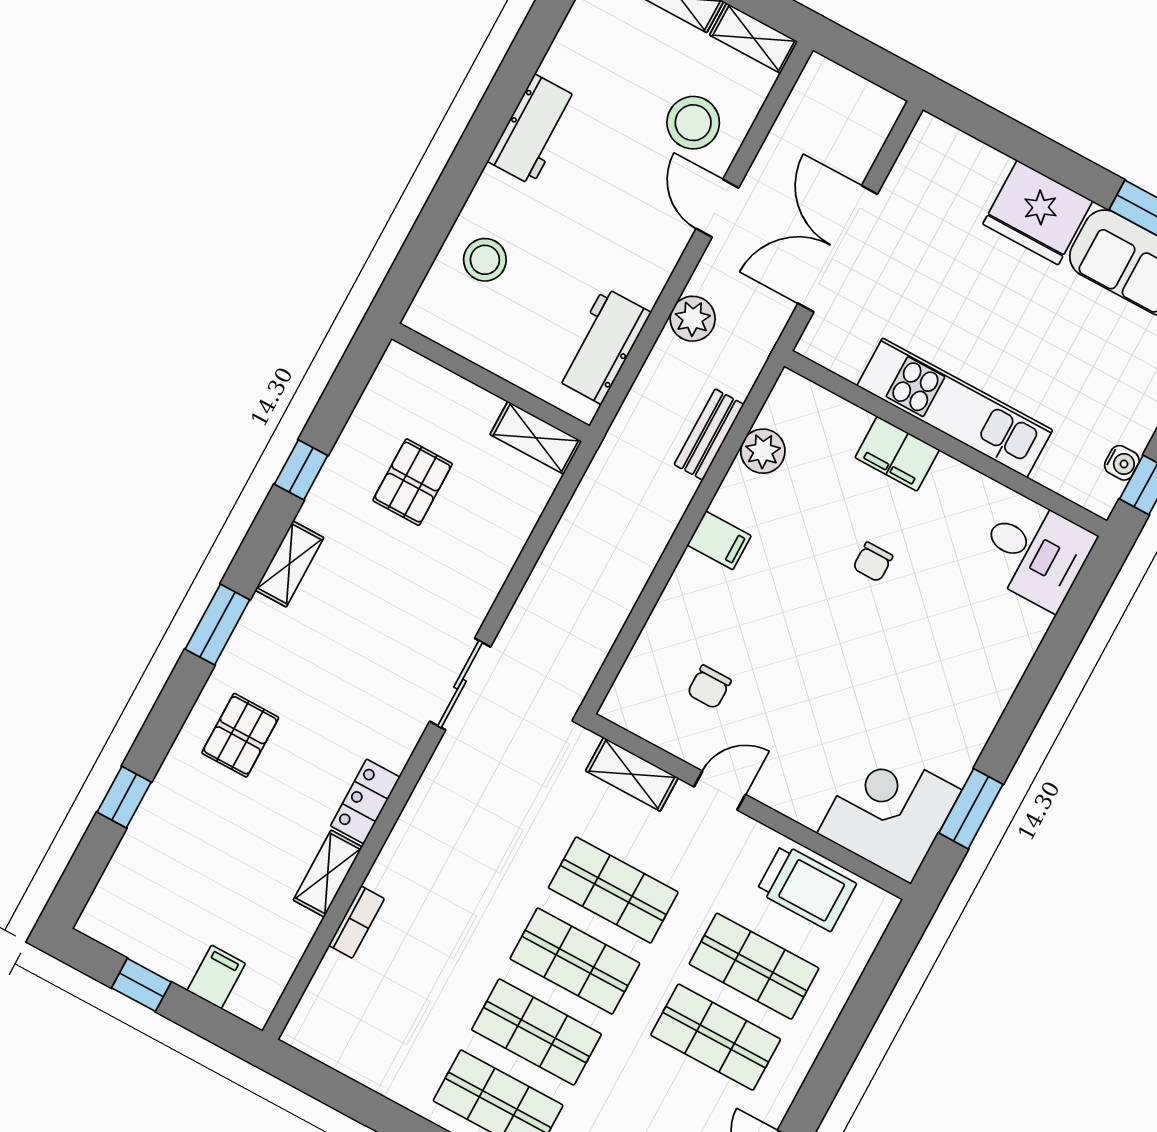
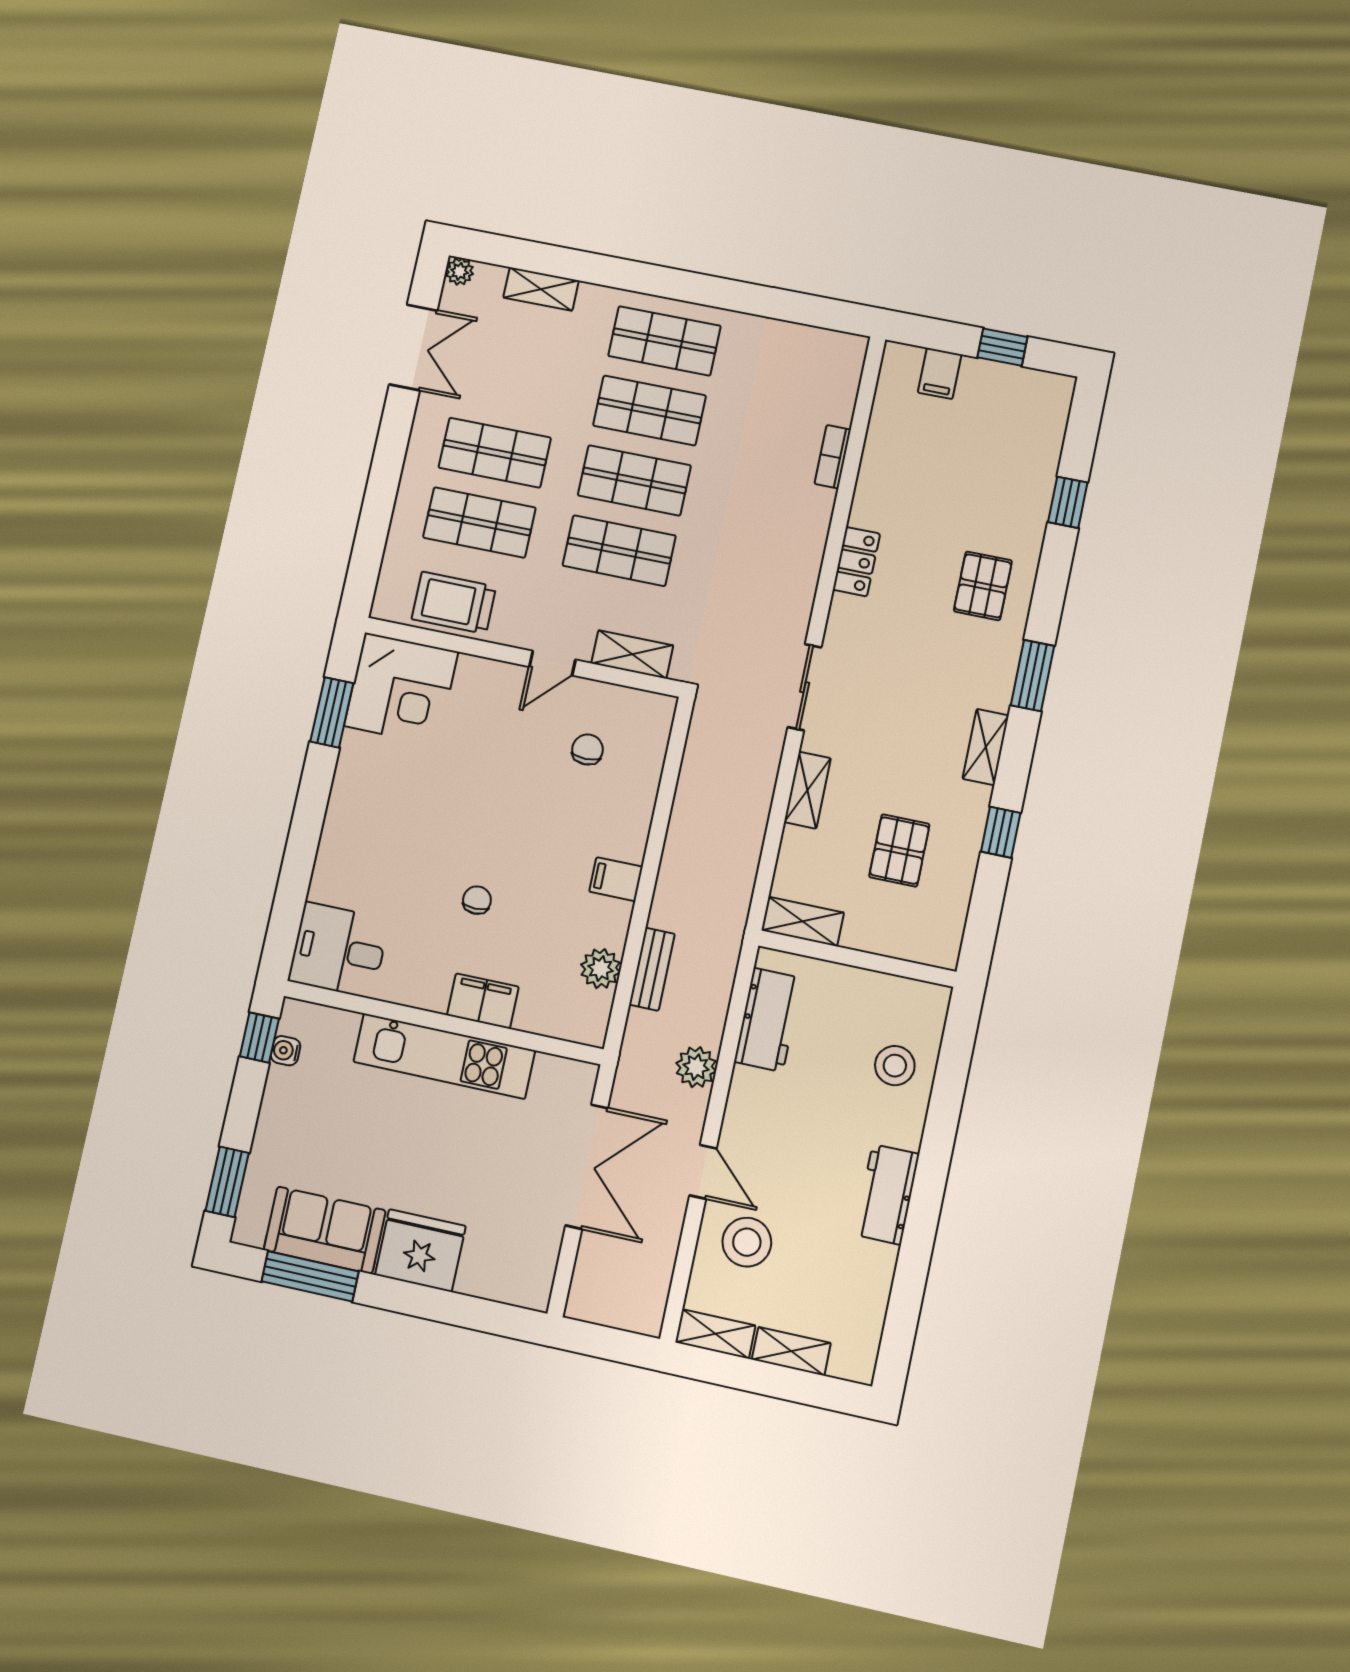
shelving: (328, 874) -> (807, 790), moved

